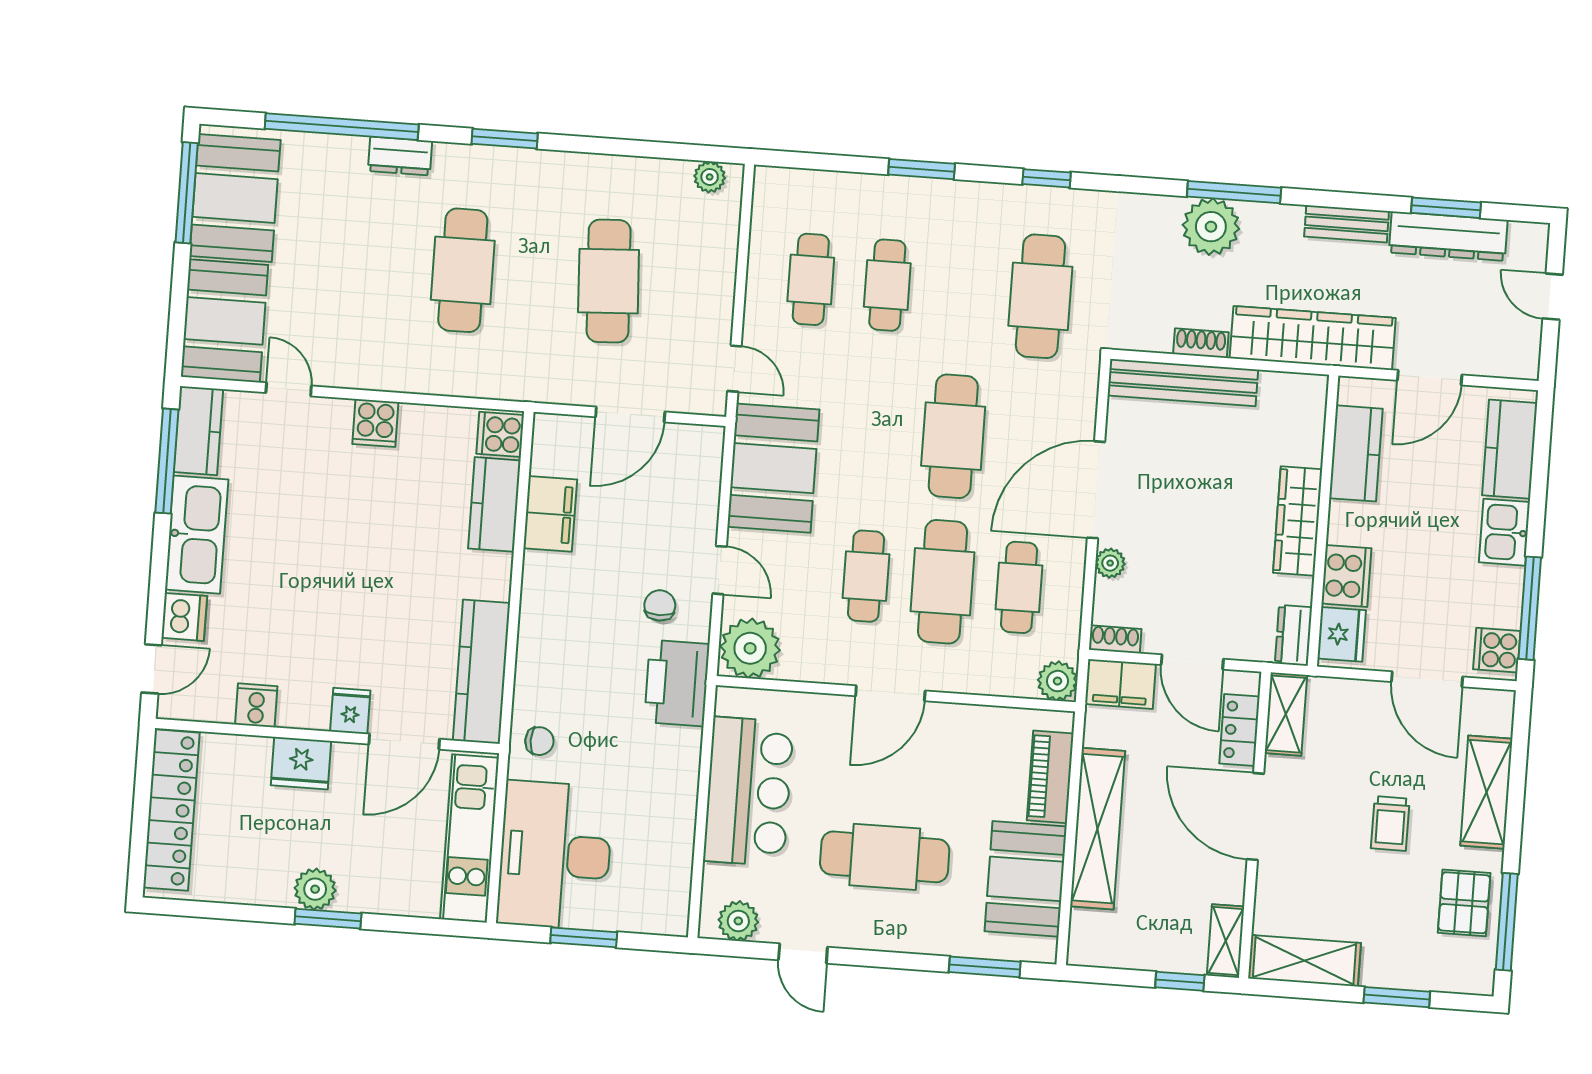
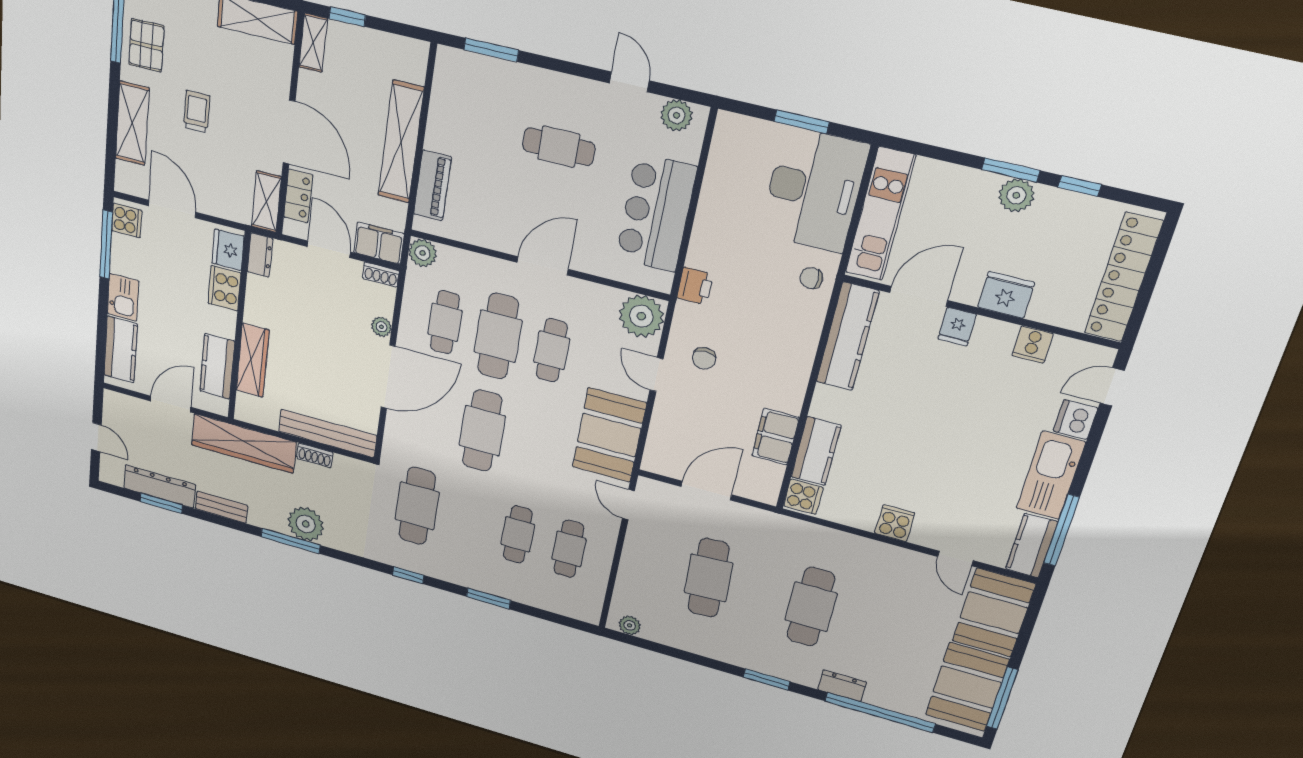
wardrobe: (1298, 521) -> (253, 360), moved
printer: (677, 683) -> (695, 286), width x0.53, depth x0.68
cafe table: (885, 857) -> (559, 147), width x0.73, depth x0.74
booth: (1026, 879) -> (455, 113), removed
window: (246, 913) -> (1080, 186), added

